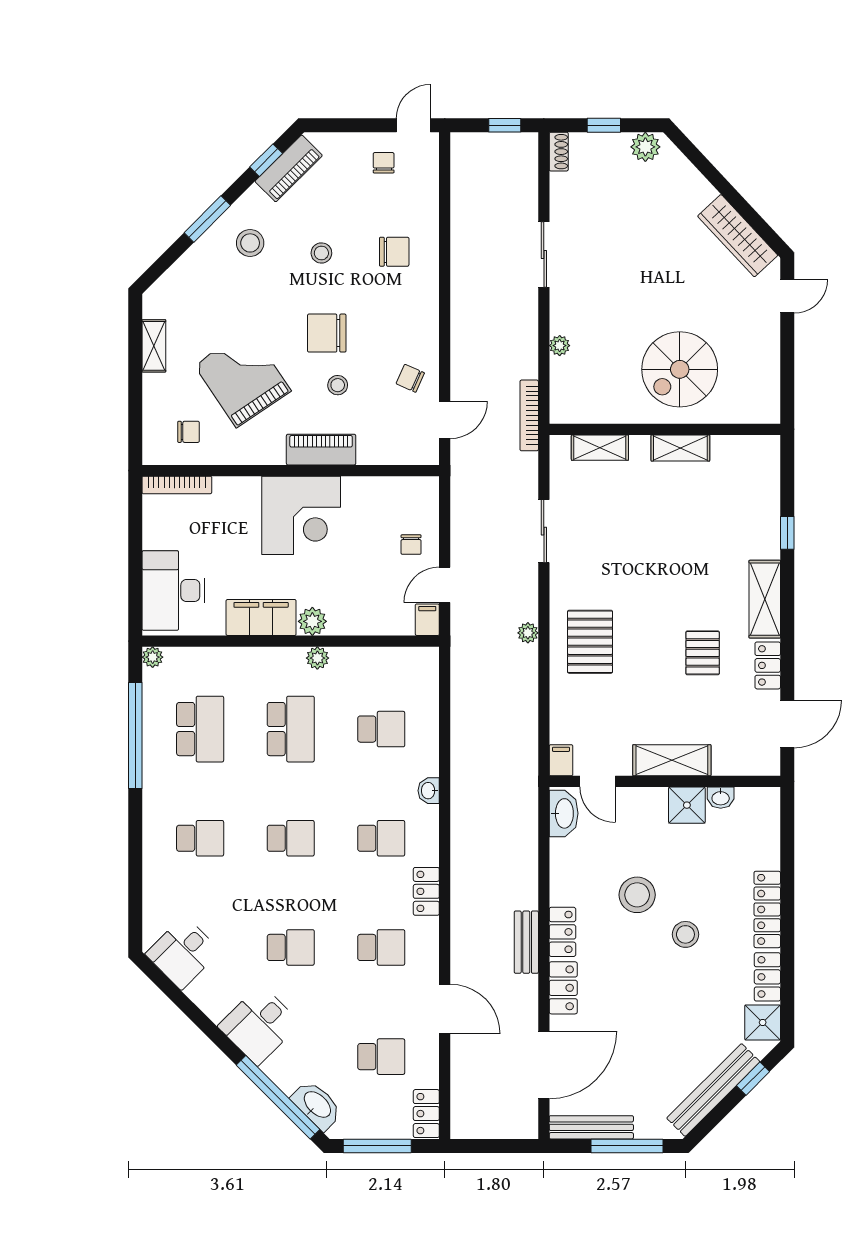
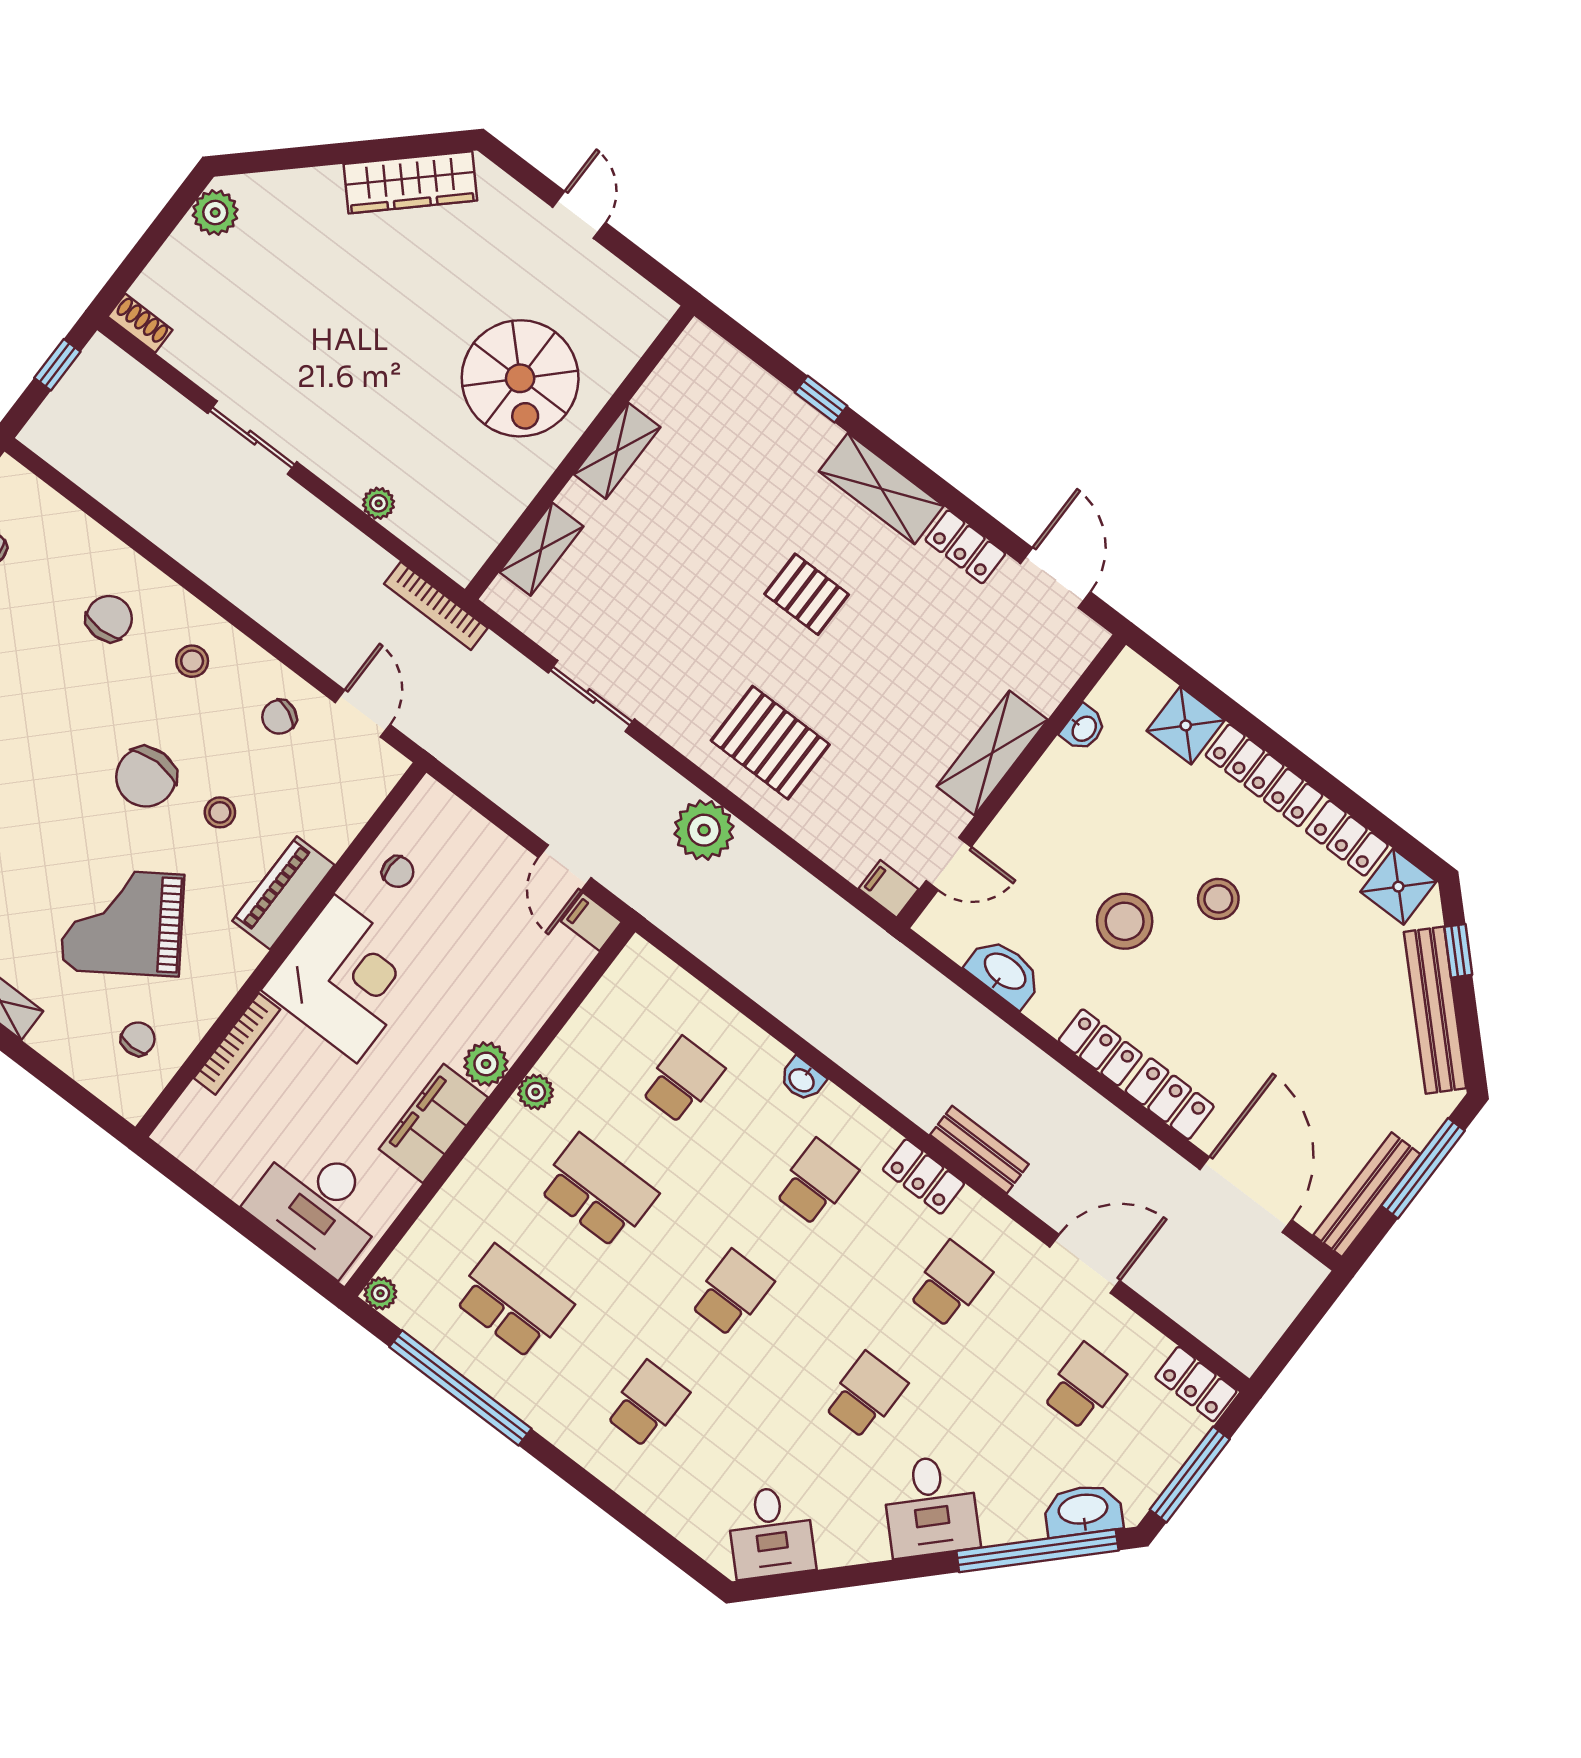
window: (604, 125) -> (150, 243), removed
stool: (321, 253) -> (192, 661), moved
door: (787, 296) -> (579, 215), moved
bookcase: (177, 485) -> (237, 1044), moved
chair: (411, 545) -> (398, 872), moved
plant: (528, 633) -> (704, 830), width x1.87, depth x1.87
pallet: (703, 653) -> (807, 594), moved
shower: (687, 805) -> (1186, 725), moved
washbasin: (564, 813) -> (1004, 972), moved
bench: (526, 942) -> (979, 1150), moved

